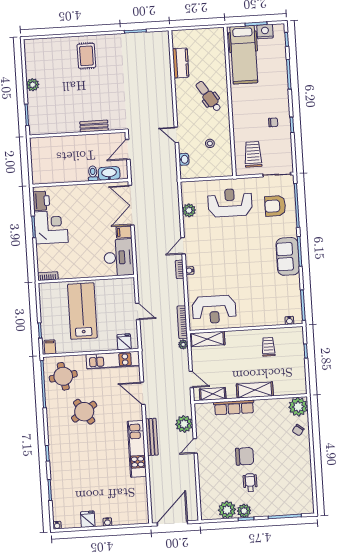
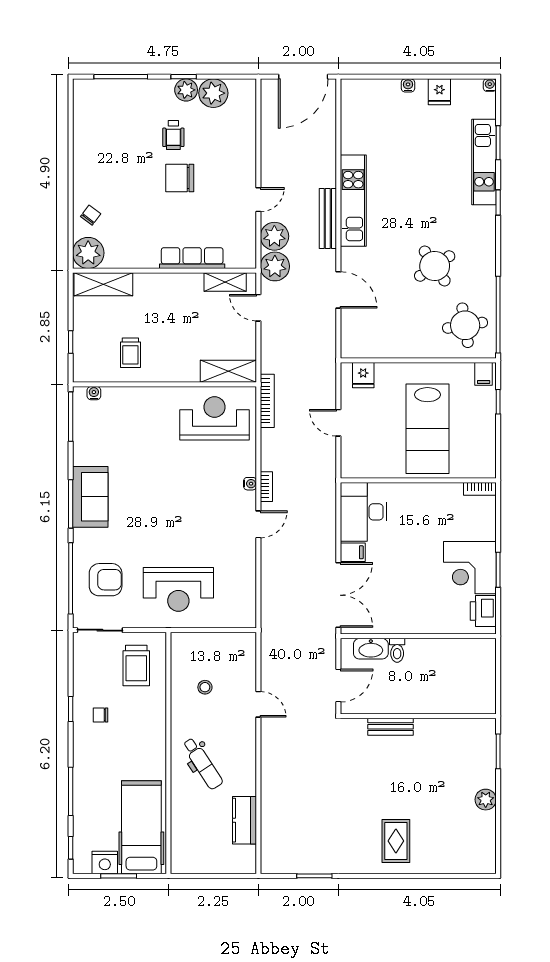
washbasin: (184, 159) -> (249, 664), removed
plant: (189, 210) -> (245, 581), removed
plant: (183, 344) -> (275, 266), moved, width x1.87, depth x1.87
kitchen unit: (113, 360) -> (484, 162), moved, turned -90
shelving: (255, 390) -> (103, 284), moved

